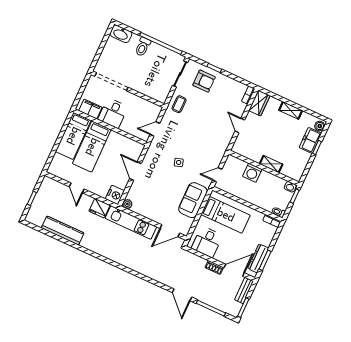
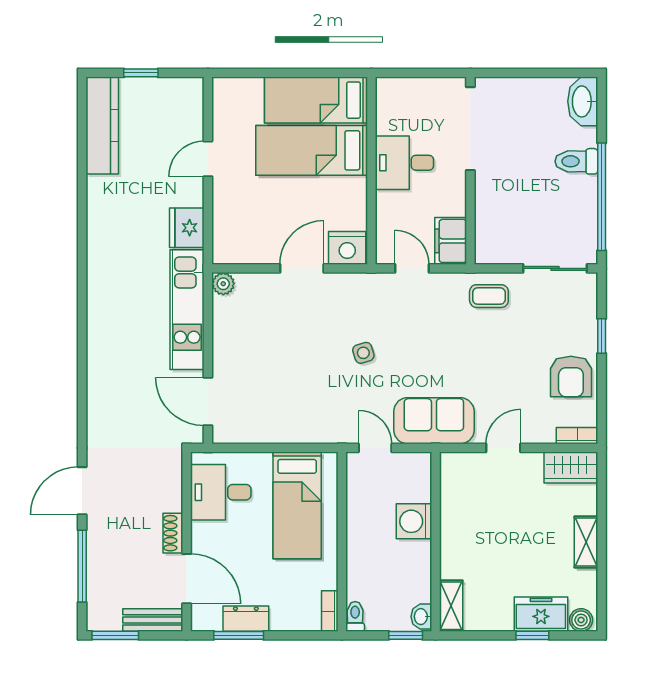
armchair: (204, 81) -> (571, 377), moved
filing cabinet: (90, 109) -> (451, 241), moved, turned 180
shelving: (271, 164) -> (451, 606), moved
nightstand: (115, 195) -> (347, 248), moved
sofa: (193, 200) -> (434, 421), moved
kitchen counter: (63, 231) -> (102, 126), moved
dresser: (258, 258) -> (246, 619), width x0.70

